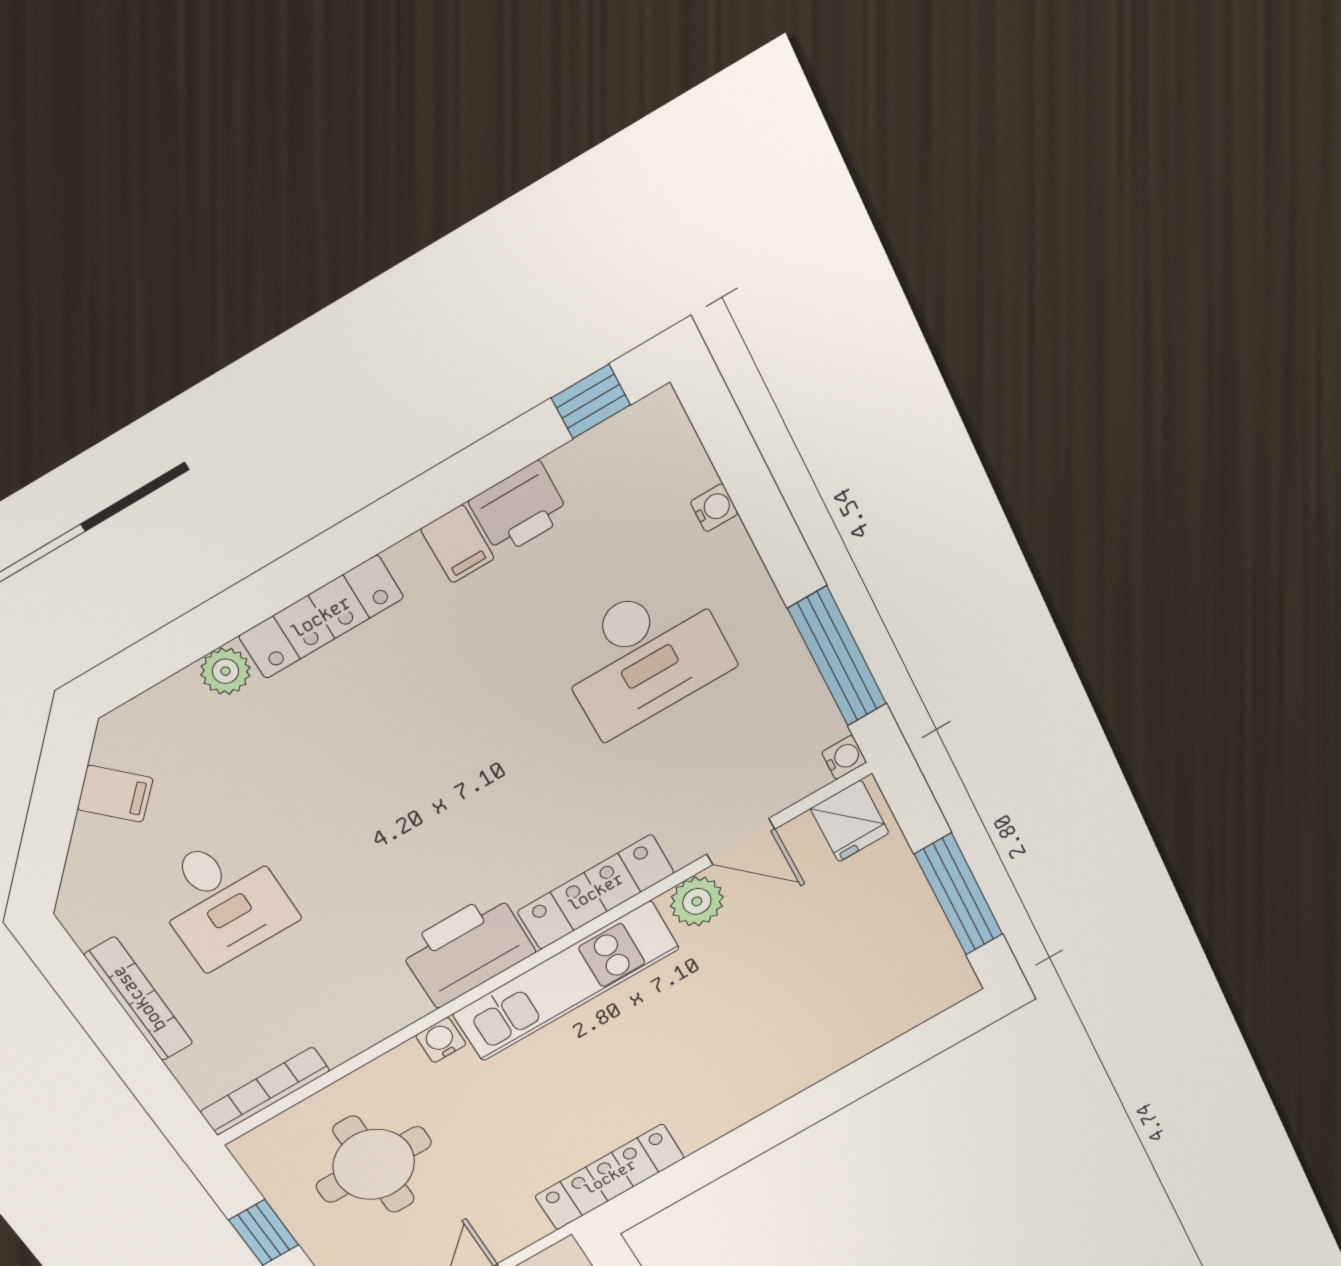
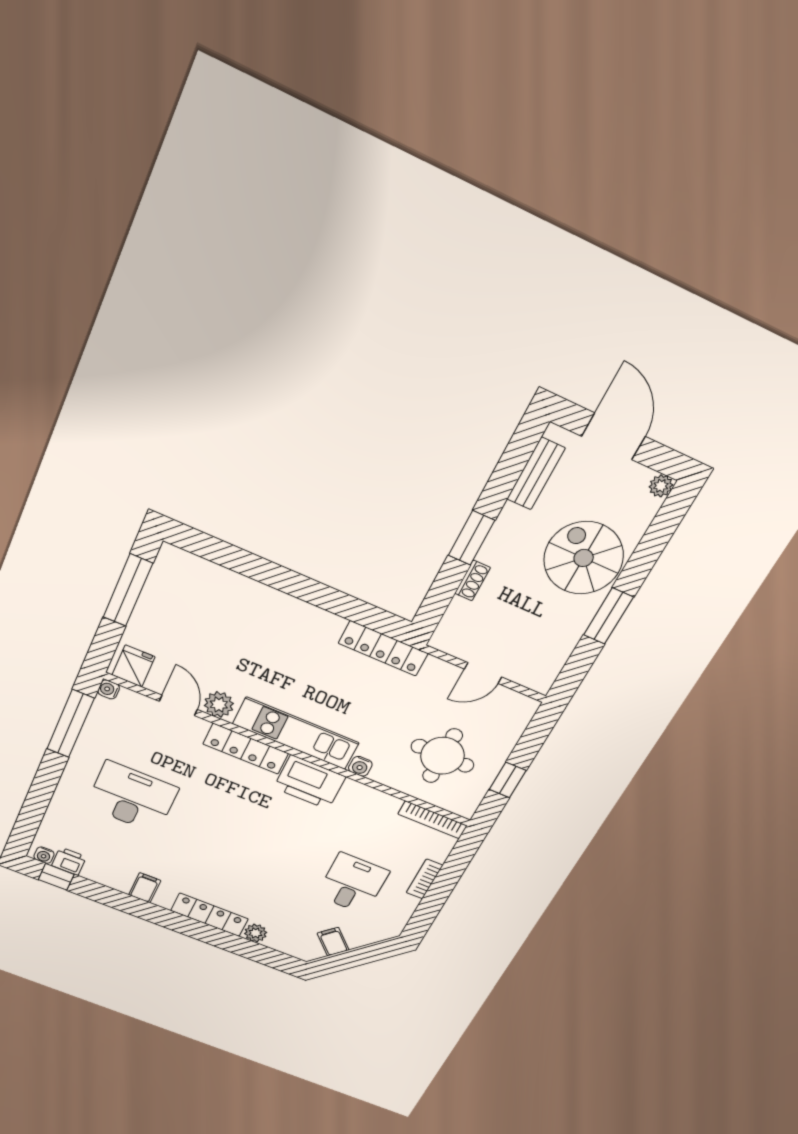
water cooler: (714, 508) -> (44, 855), moved, turned -90
printer: (519, 509) -> (69, 861), moved, width x0.73, depth x0.81
bookcase: (139, 999) -> (425, 879), width x0.64

